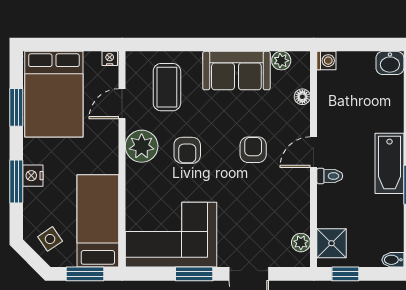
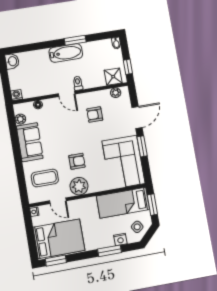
window: (16, 107) -> (56, 261), moved
armchair: (253, 150) -> (95, 115), moved
nightstand: (33, 176) -> (120, 239), moved

